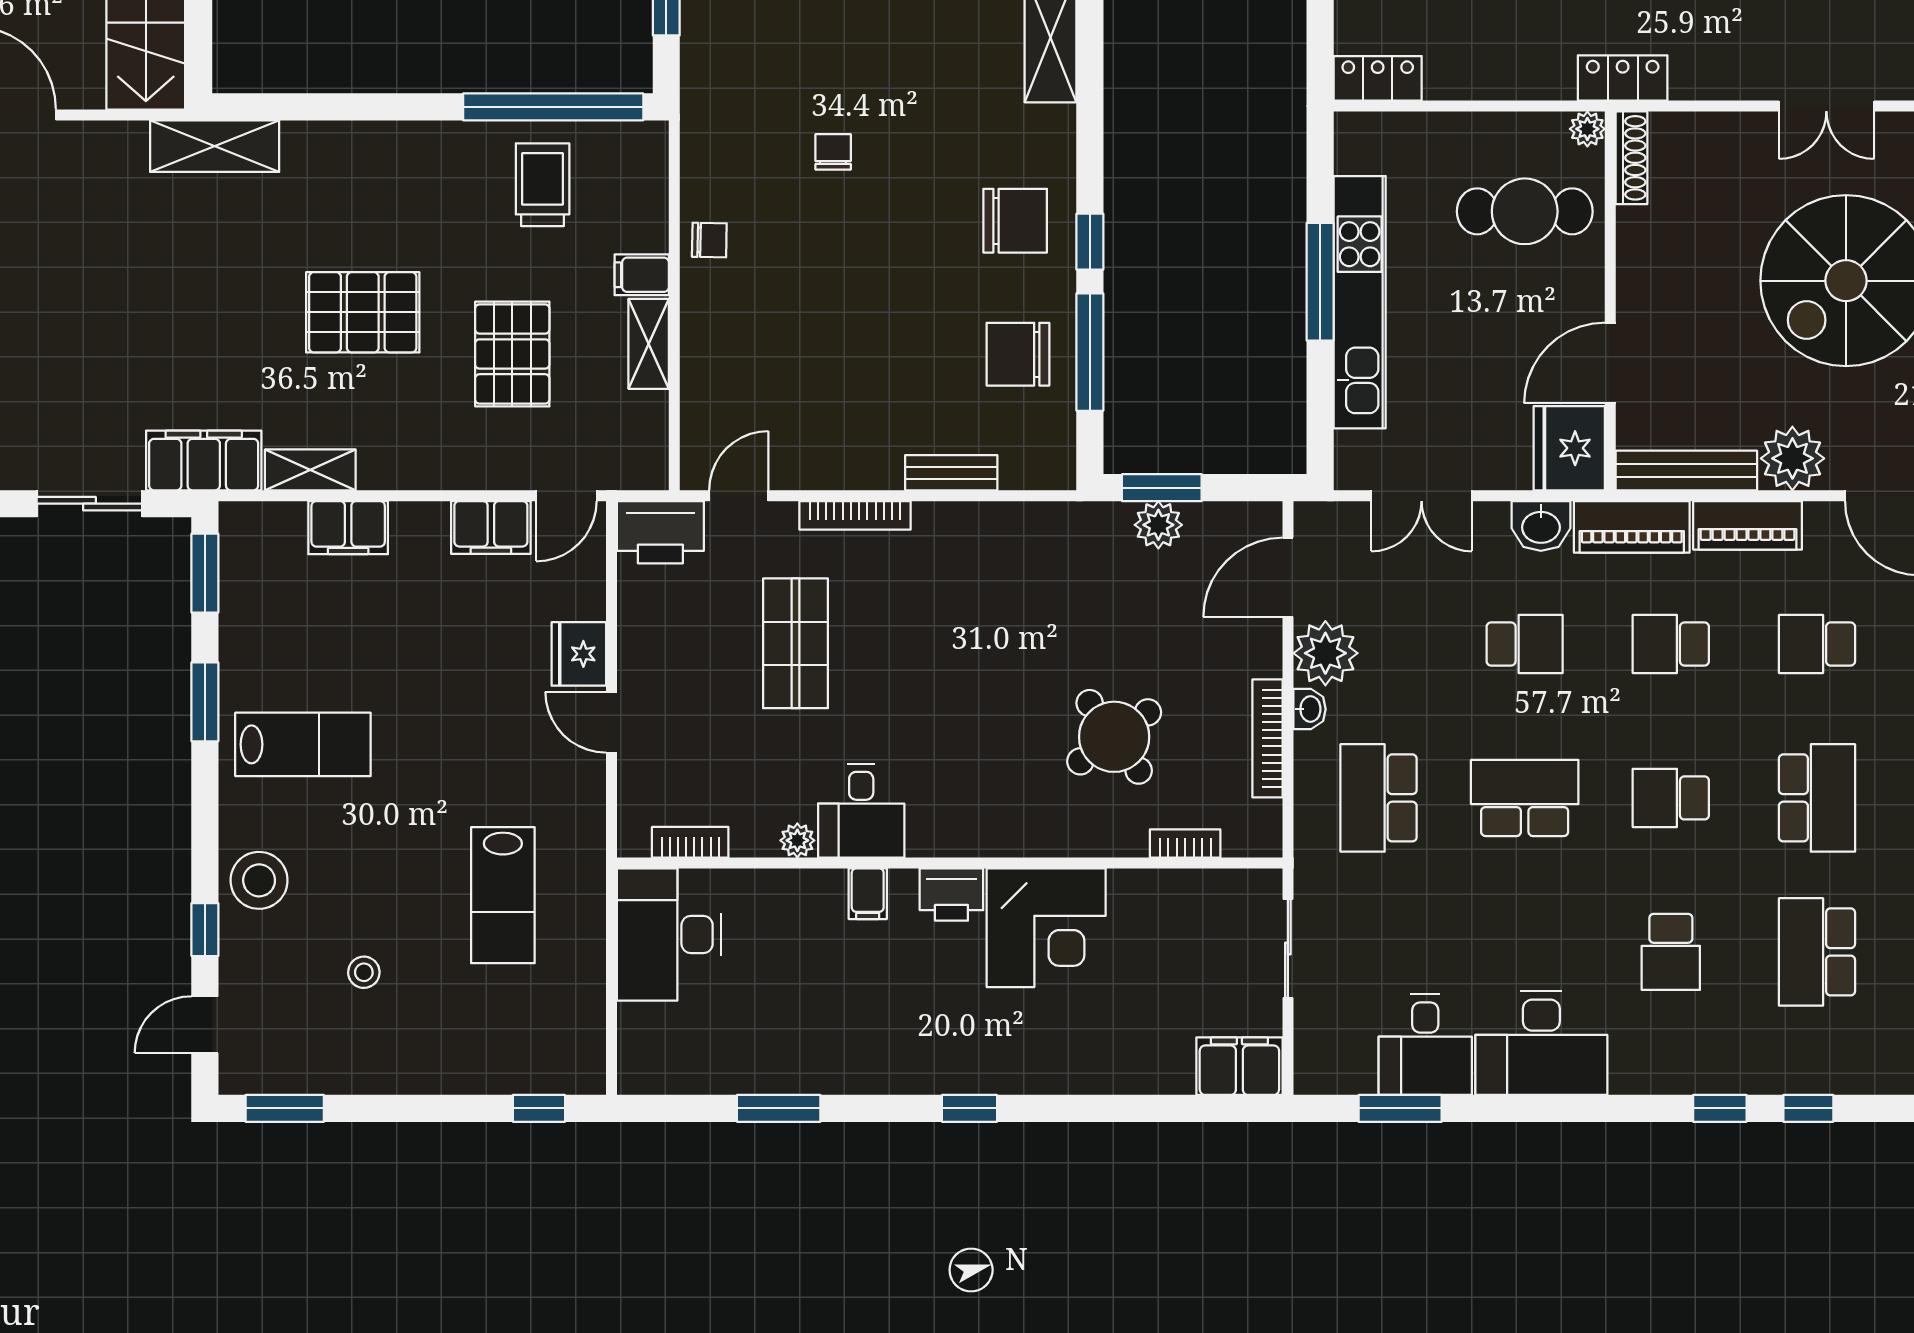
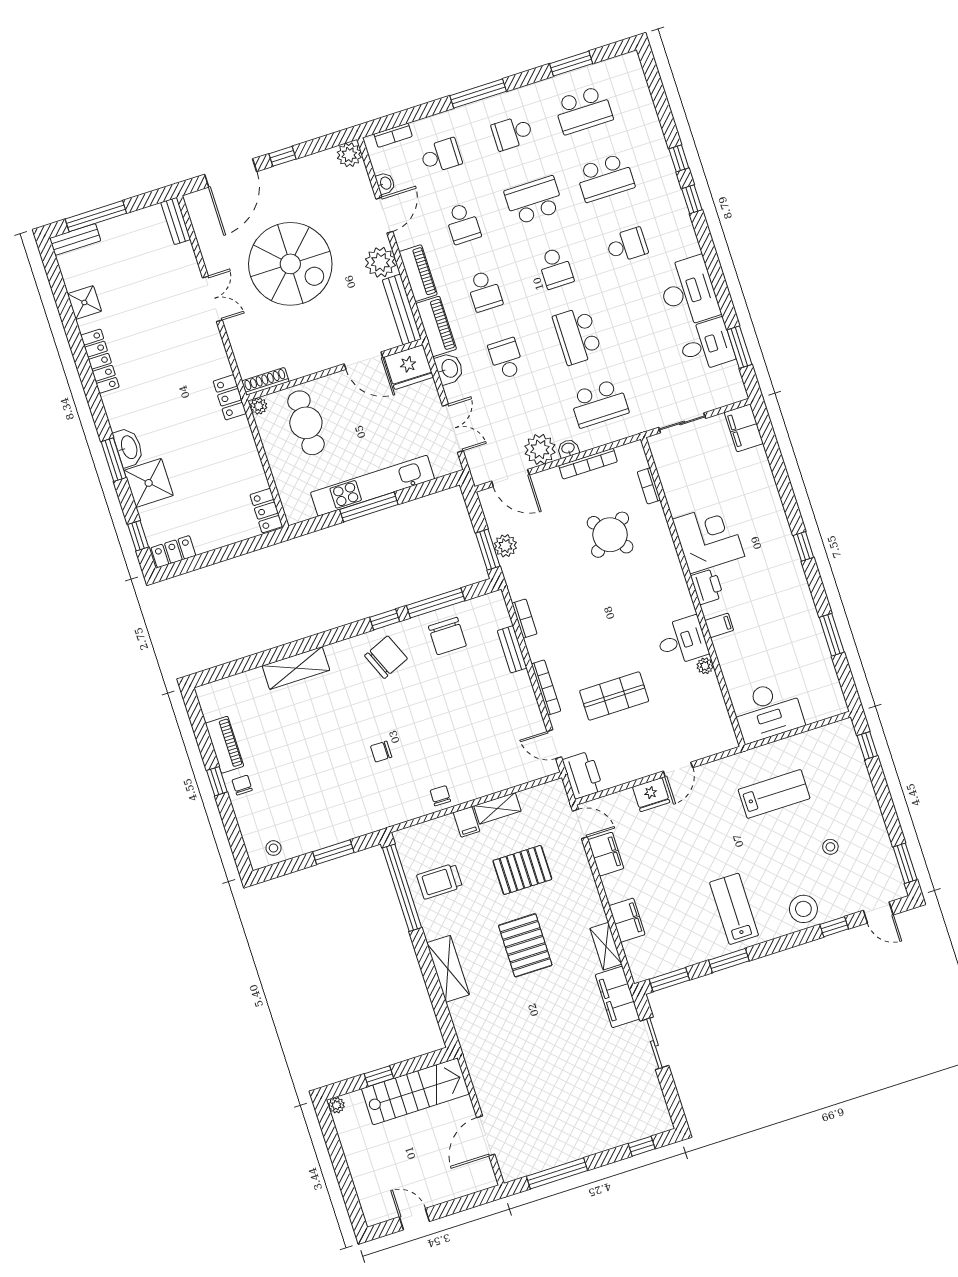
shelving: (215, 146) -> (448, 969), moved
chair: (1015, 221) -> (386, 657), turned 67
bookcase: (690, 842) -> (524, 619), moved, turned 180

